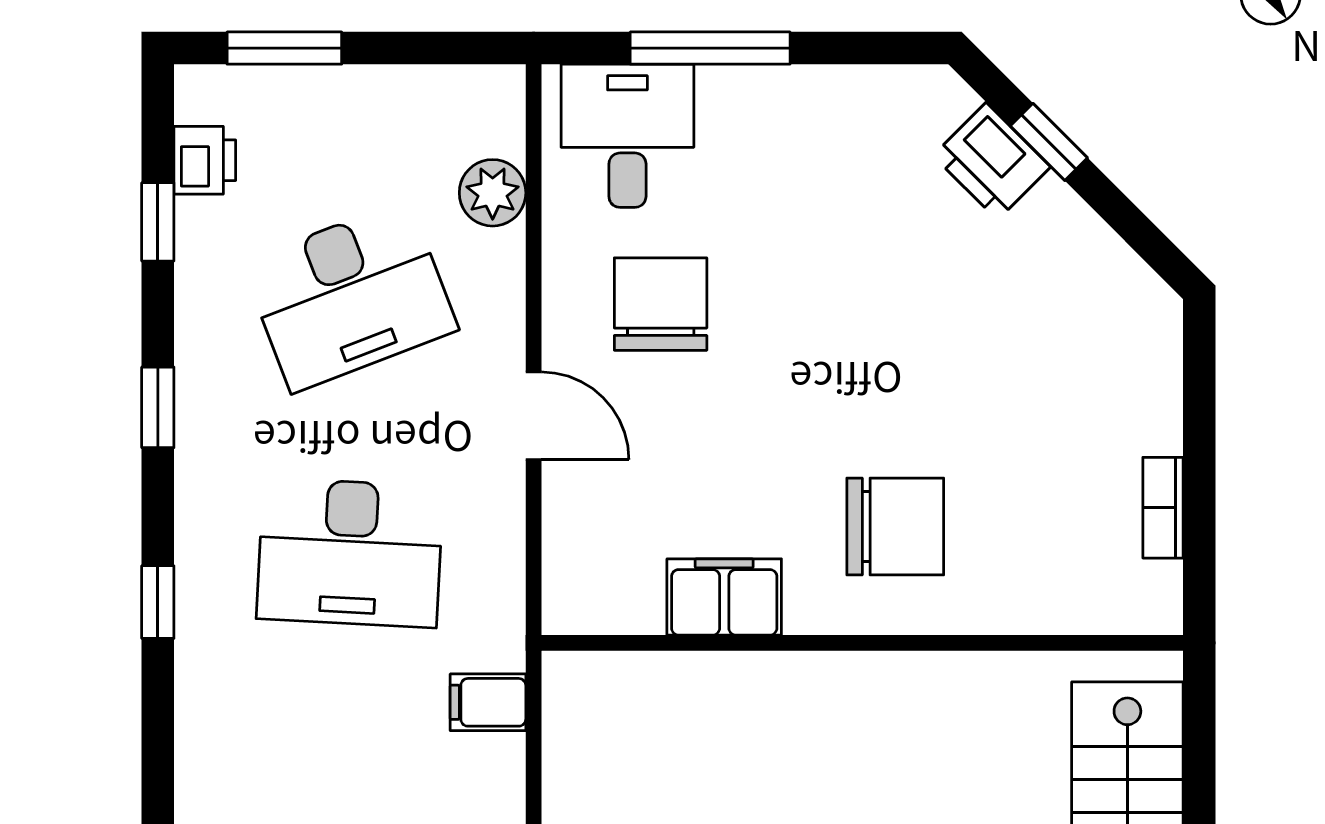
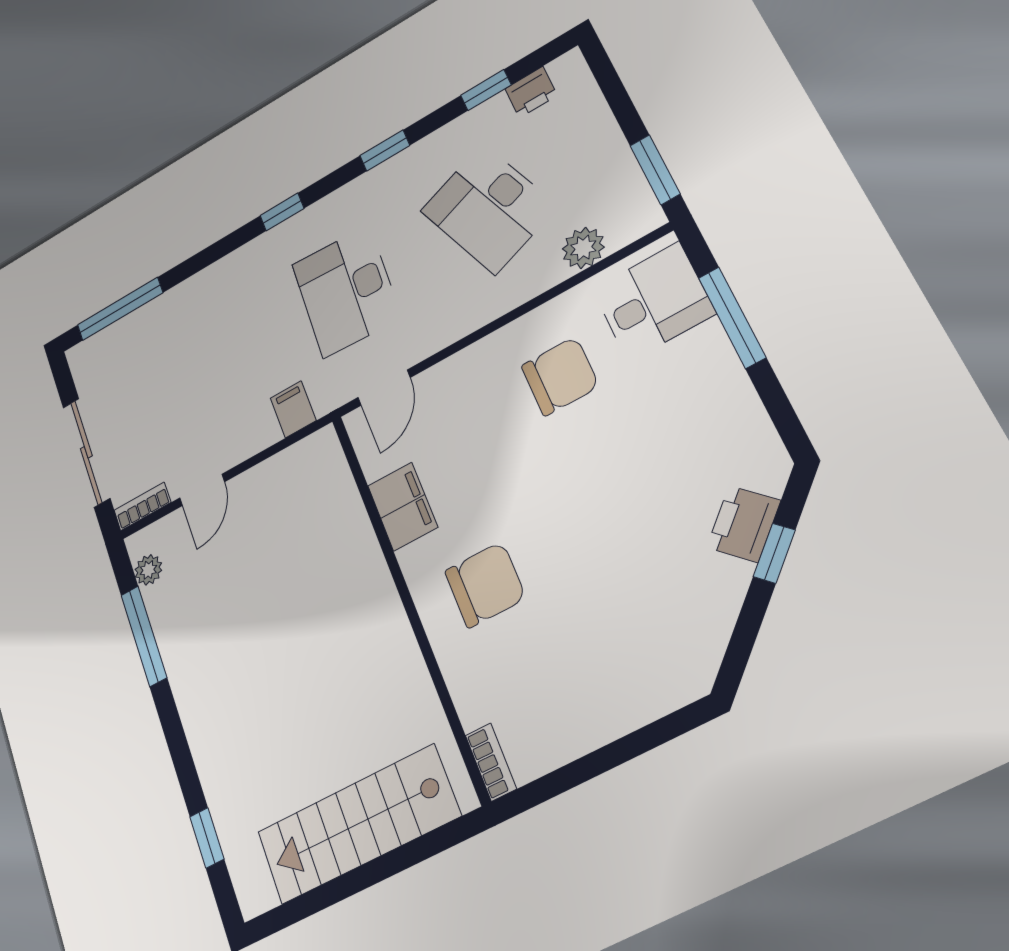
window: (284, 48) -> (655, 170), moved
door: (534, 416) -> (384, 388), moved
bookcase: (1163, 508) -> (491, 762), moved, turned 90
chair: (895, 527) -> (485, 585), turned -90

